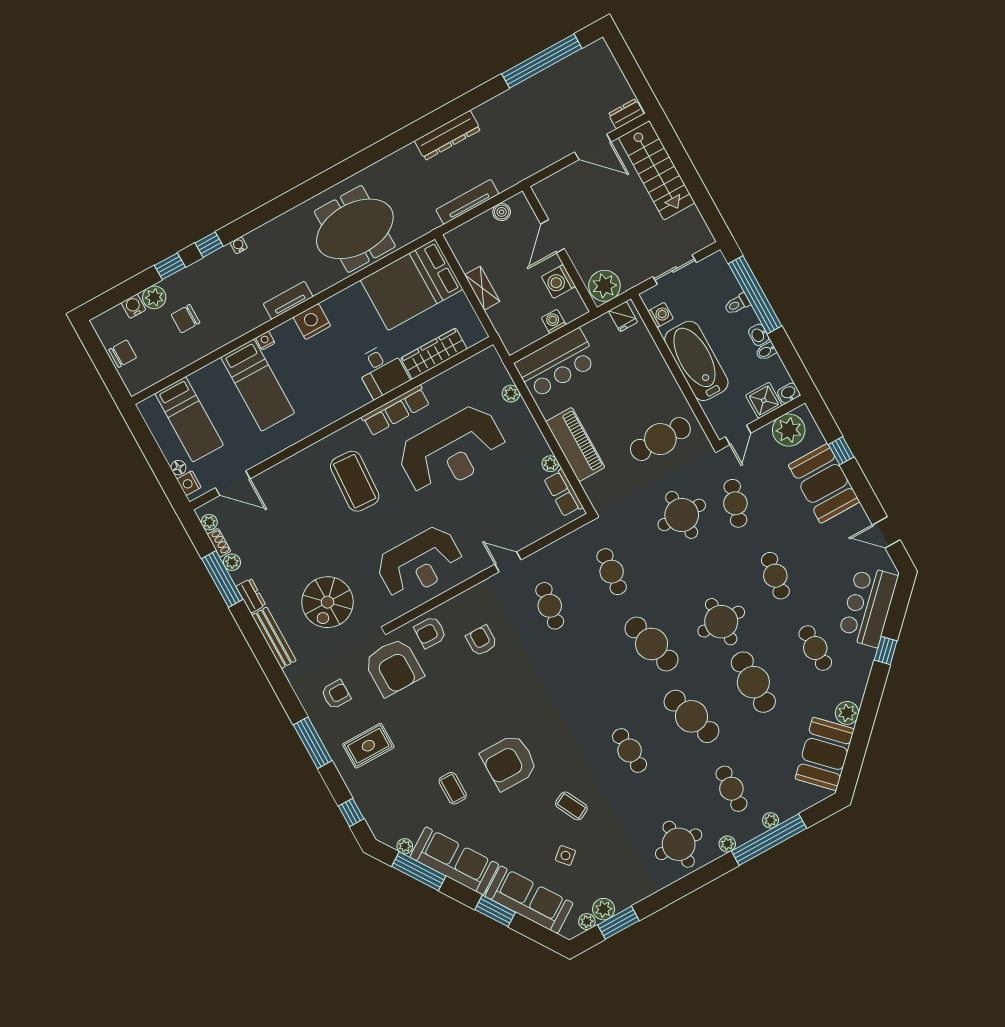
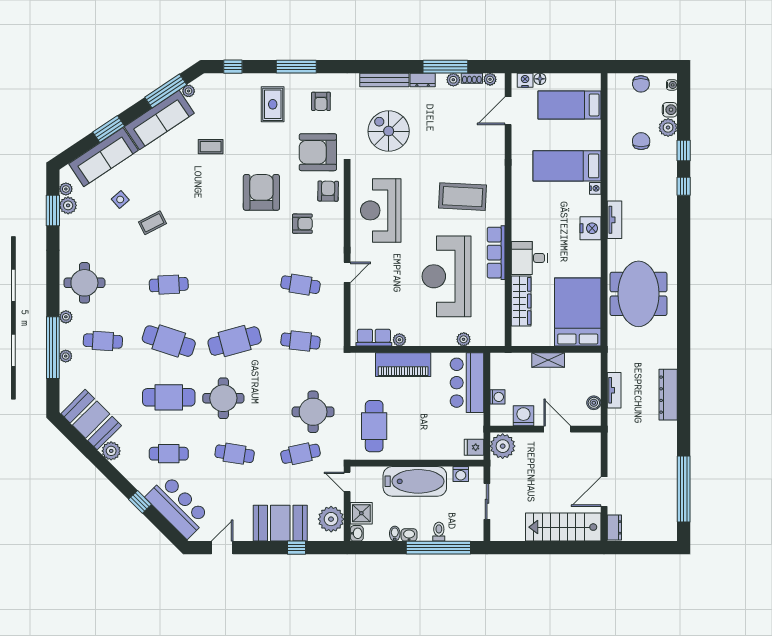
tv unit: (467, 202) -> (614, 390), width x0.71
water cooler: (239, 245) -> (672, 85), moved
cafe table: (735, 503) -> (300, 454), turned -30
cafe table: (691, 716) -> (169, 341), turned 36
armchair: (509, 762) -> (261, 192), moved

